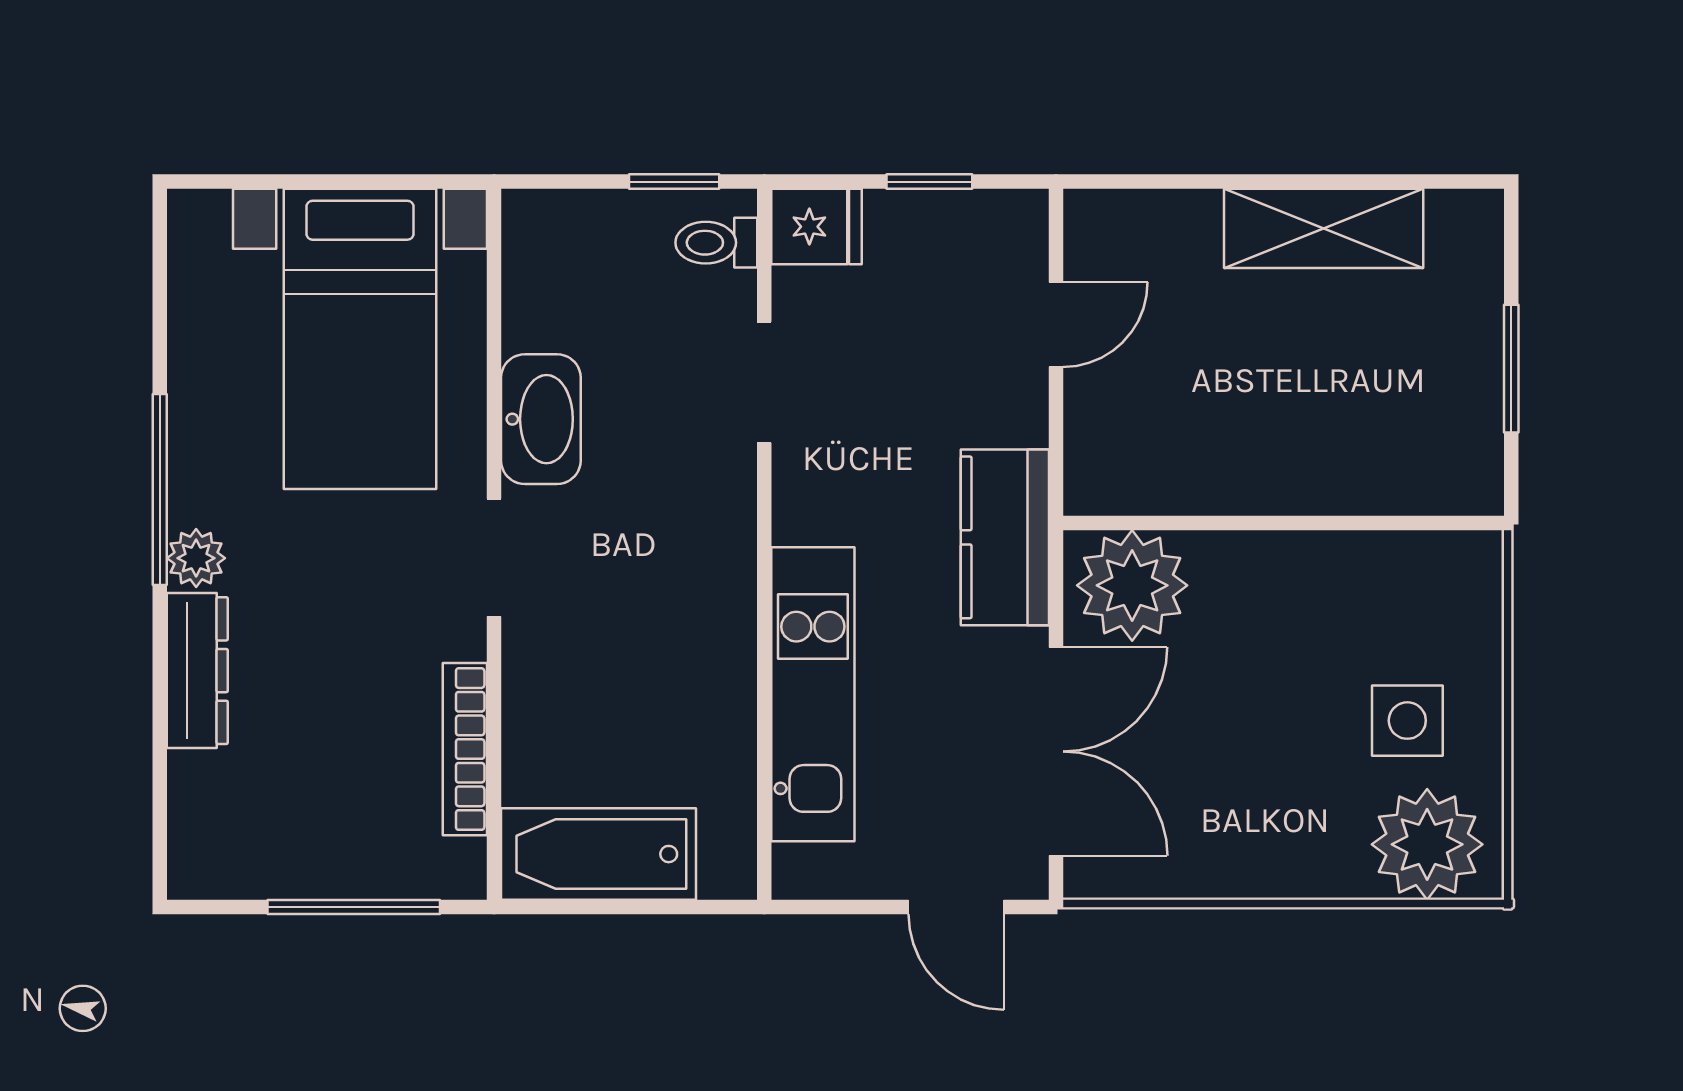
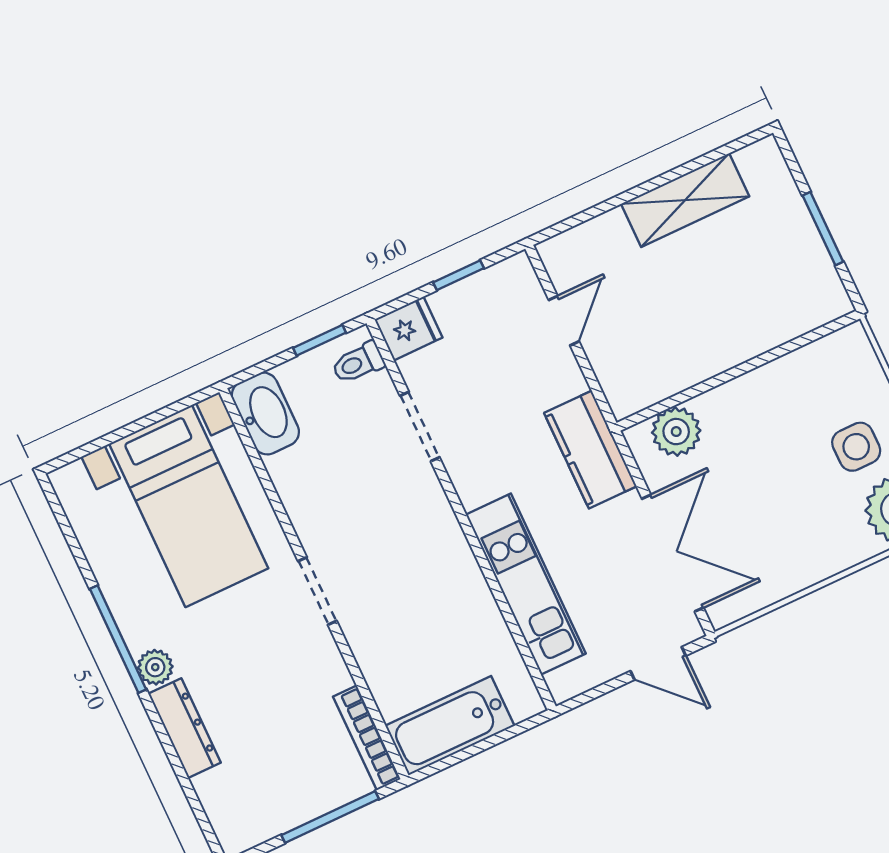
washbasin: (541, 419) -> (265, 414), moved
plant: (1132, 585) -> (676, 432), width x0.73, depth x0.73
bookcase: (465, 749) -> (367, 738), moved

